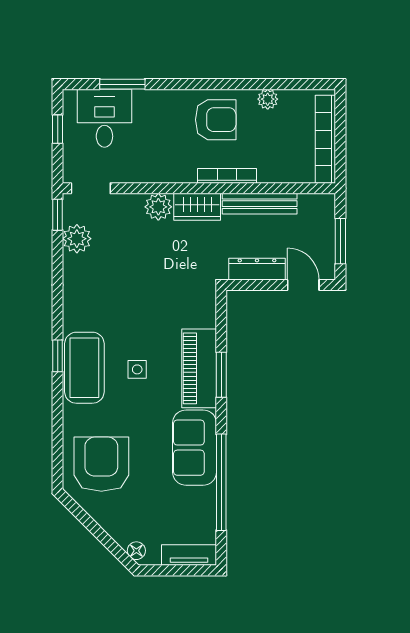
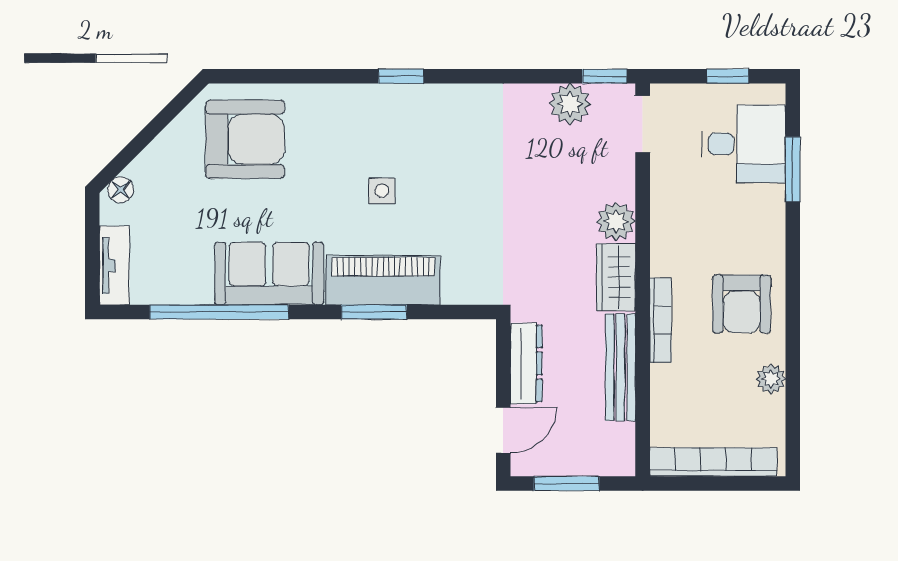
coffee table: (84, 368) -> (384, 115), removed

